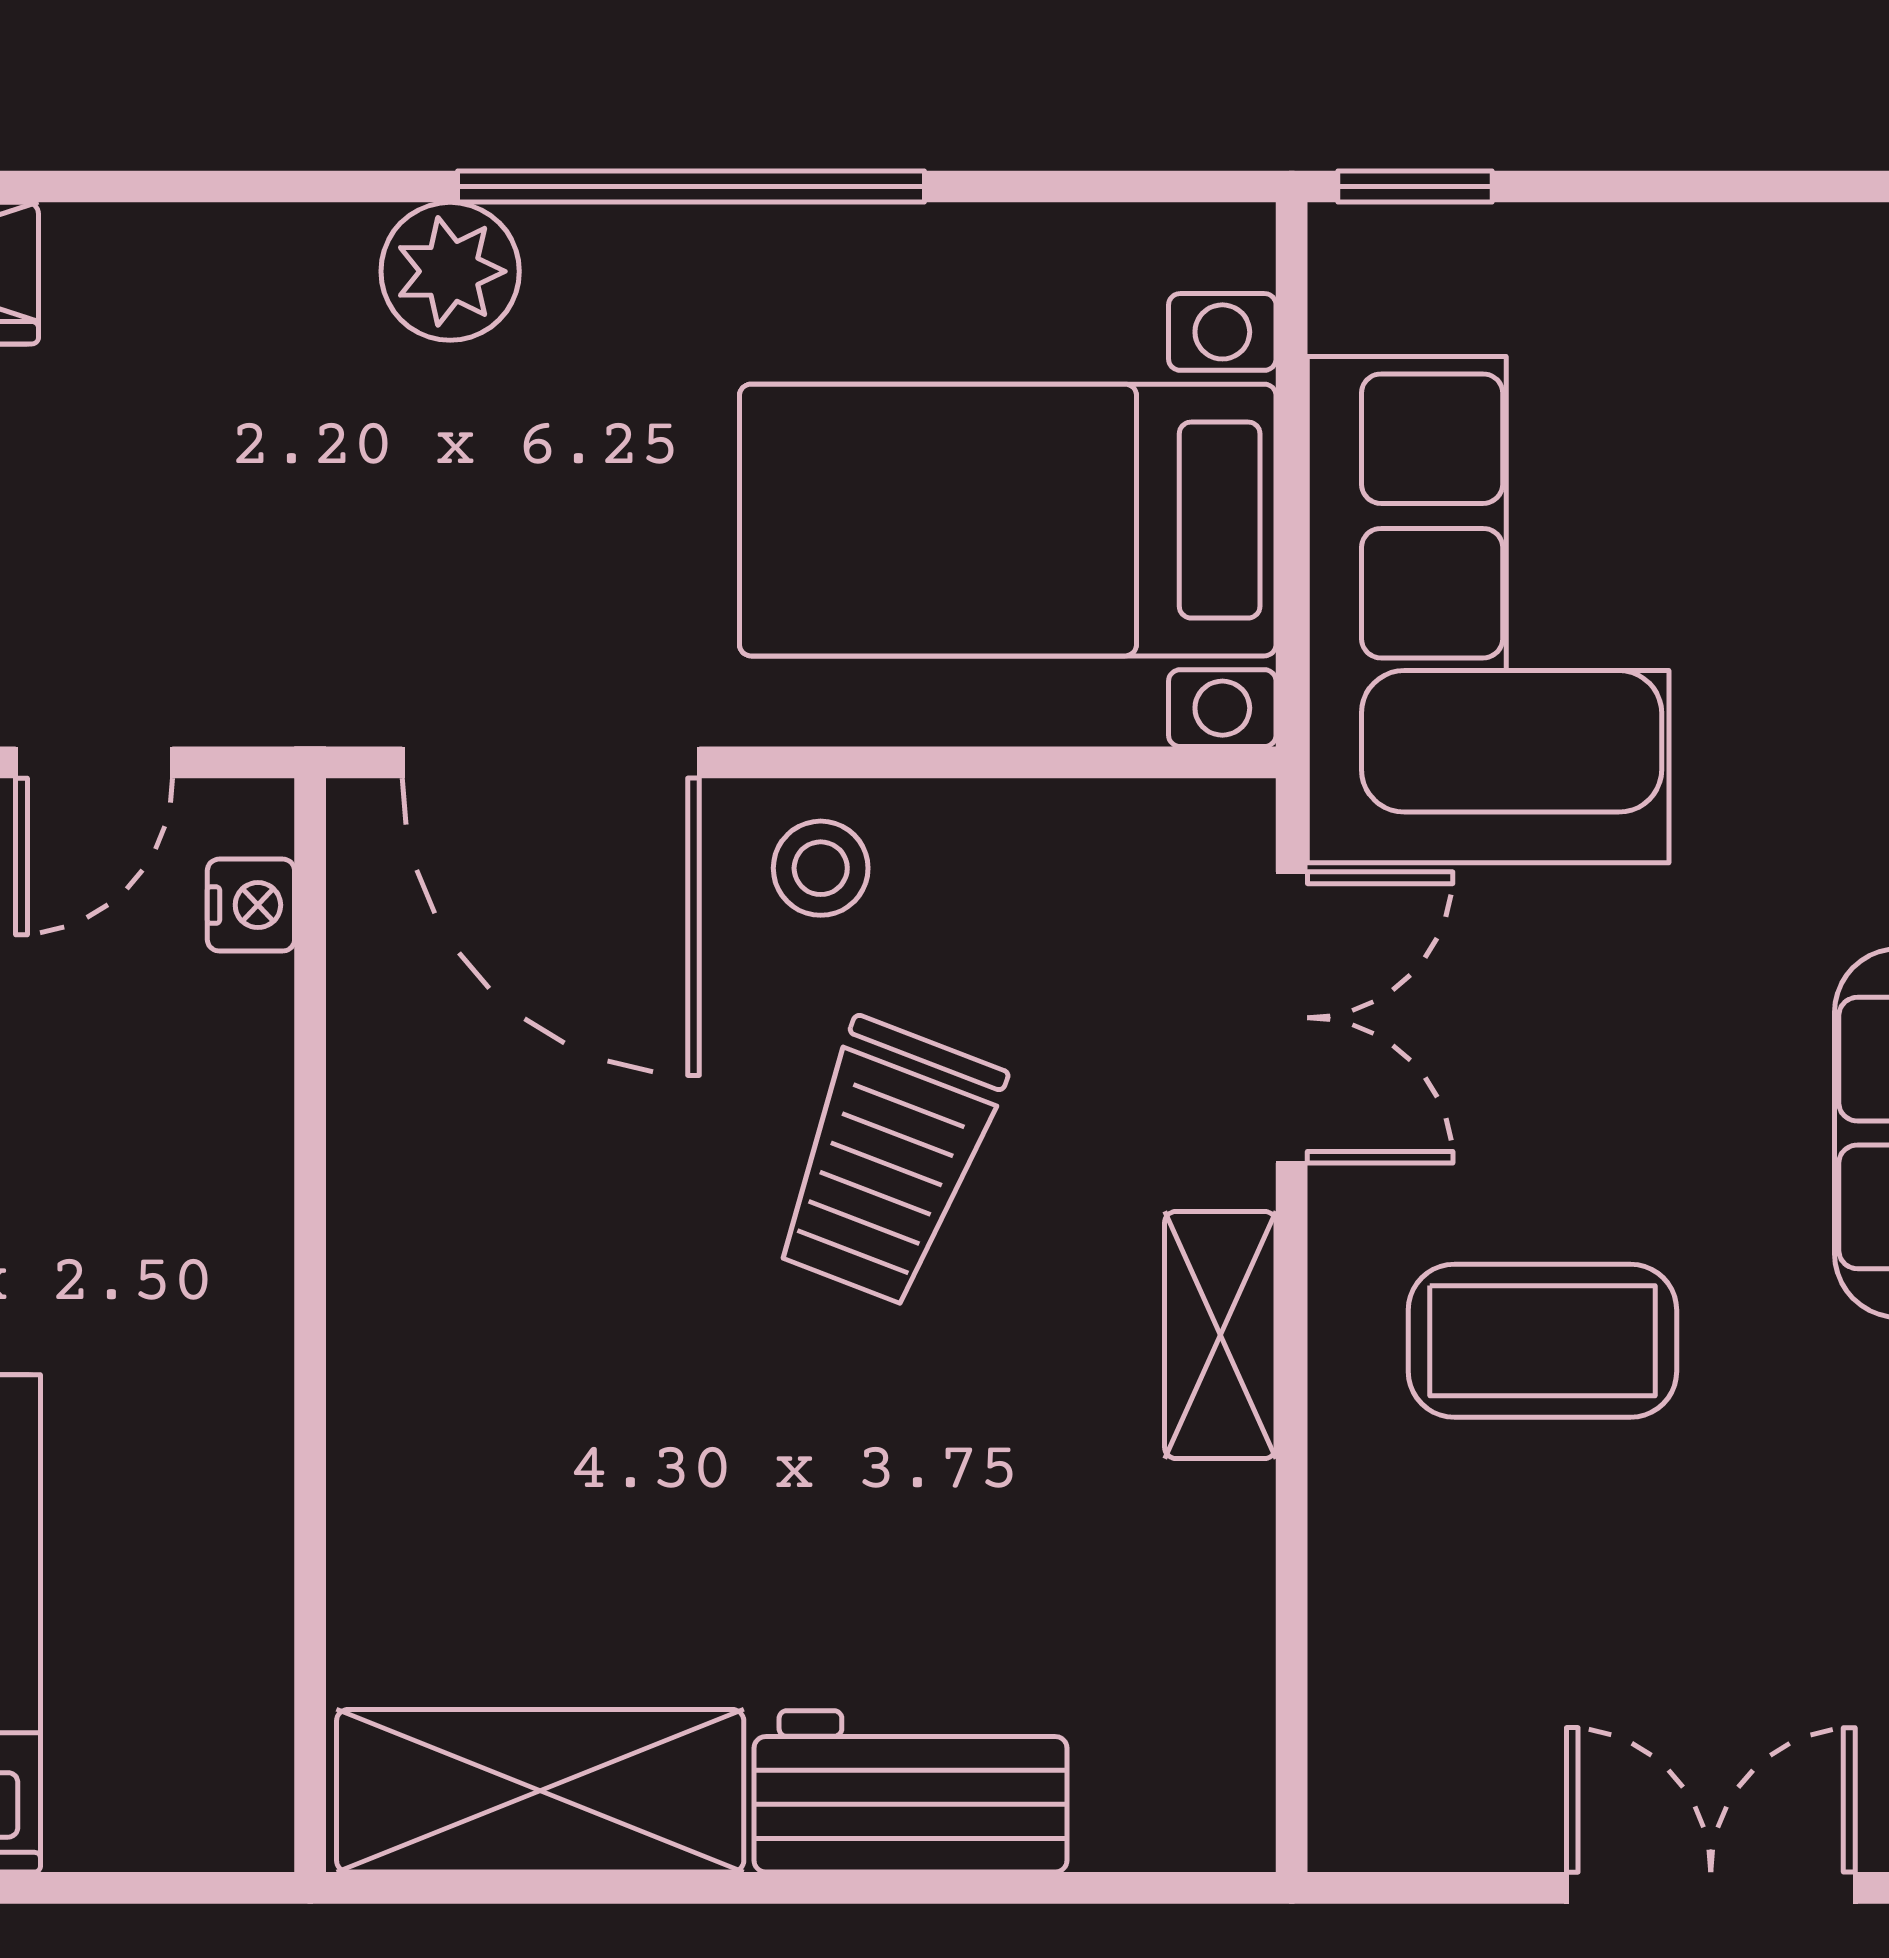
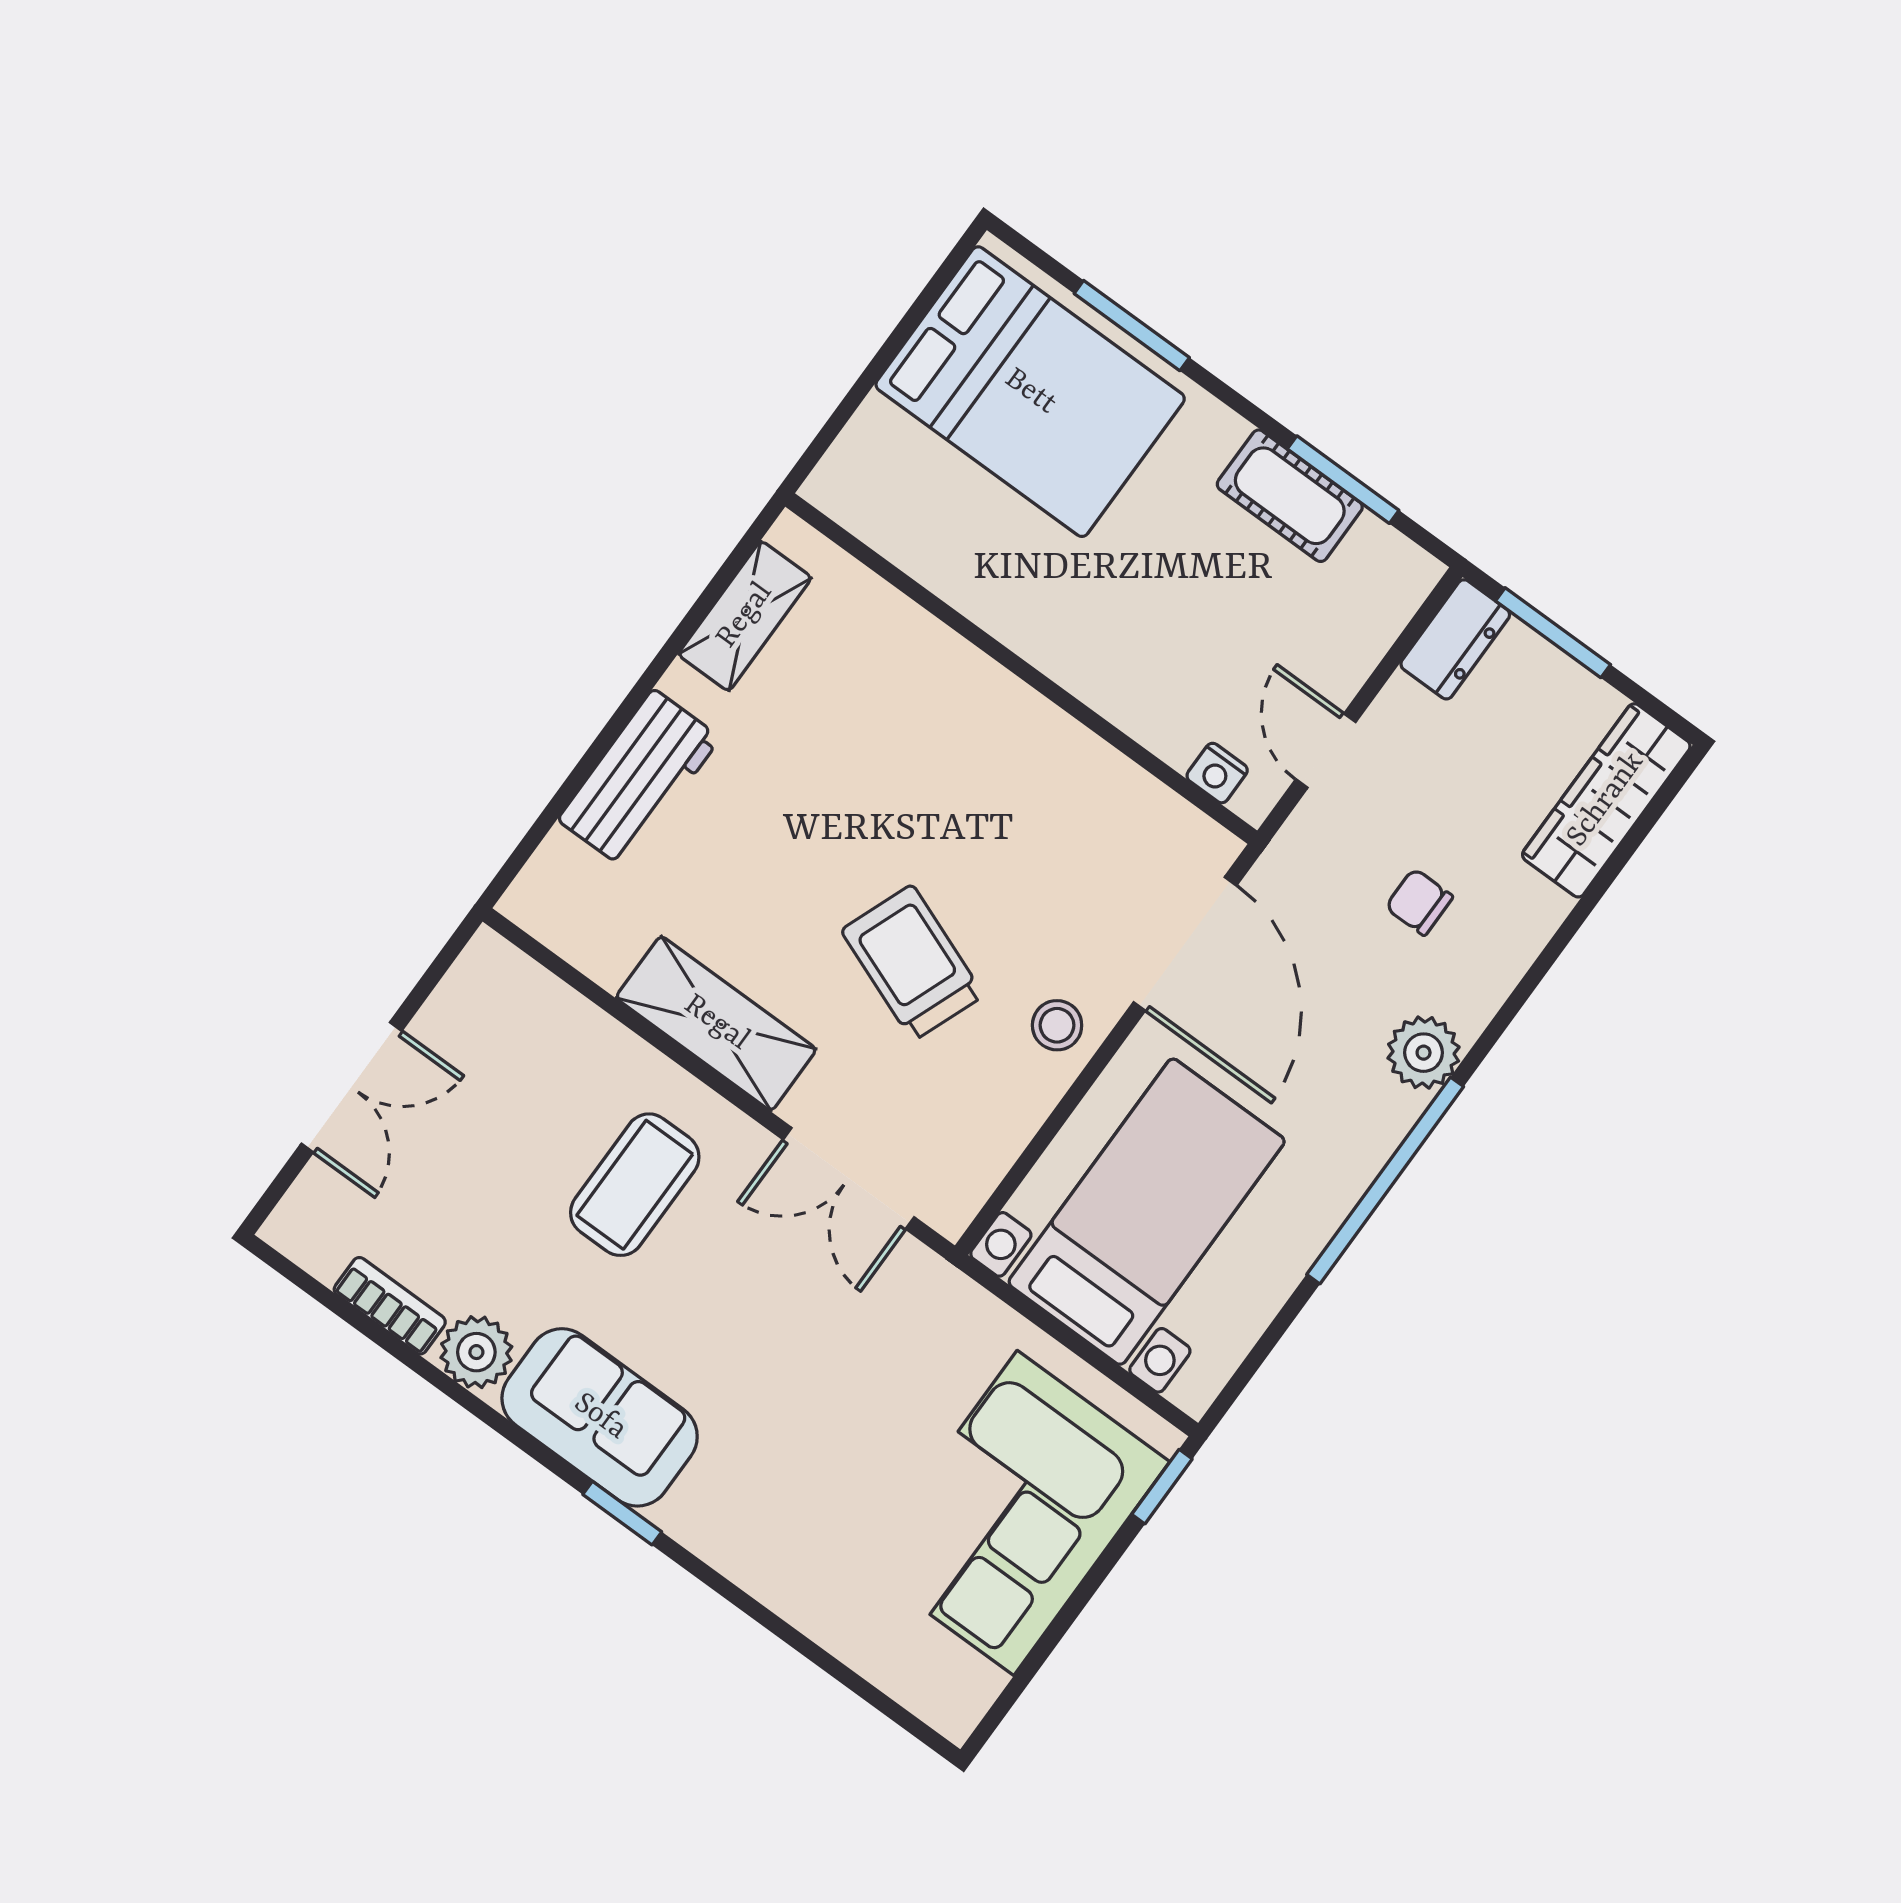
chair: (223, 448) -> (1419, 902), added
corner sofa: (1488, 610) -> (1016, 1513), moved, turned 90
door: (551, 762) -> (1185, 944), swing flipped
shelving: (1220, 1335) -> (716, 1023), width x1.50, depth x1.33
shelving: (540, 1791) -> (745, 616), width x0.67, depth x0.75

